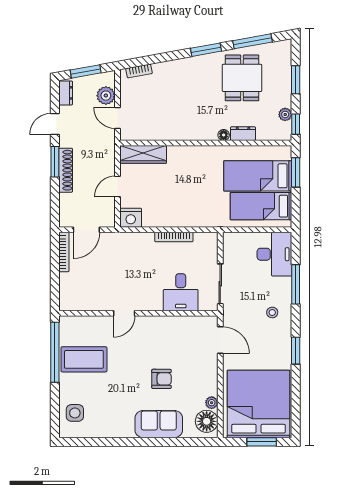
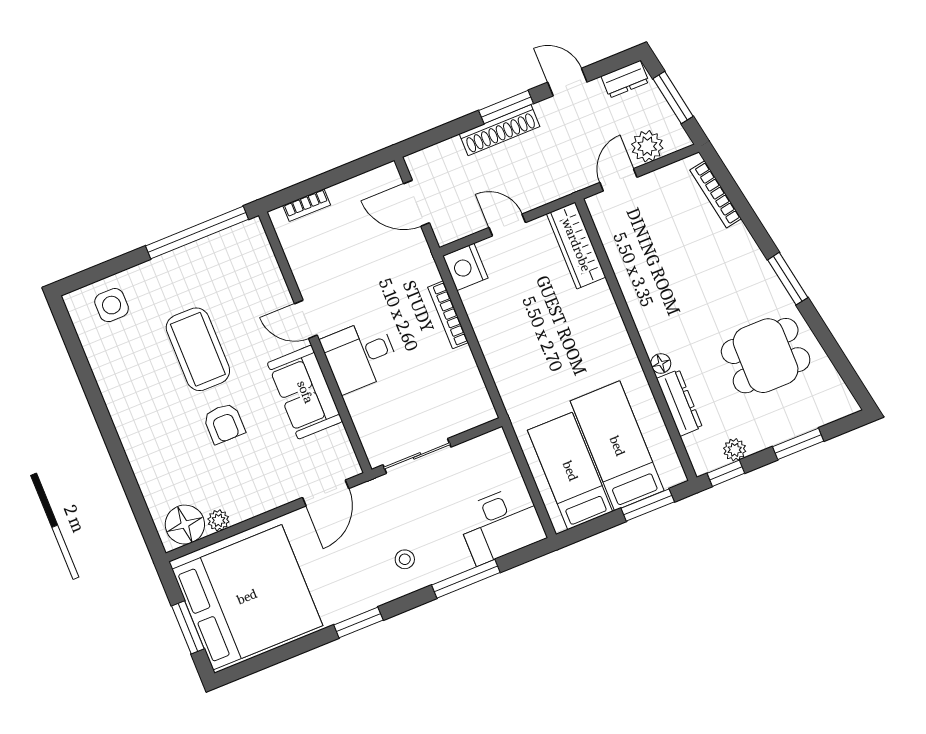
window: (252, 41) -> (832, 348), removed
bookcase: (139, 71) -> (716, 194), width x1.56
dresser: (243, 134) -> (679, 403), width x1.44
bookcase: (174, 237) -> (448, 315), moved
bookcase: (64, 252) -> (307, 205), moved, width x0.64
desk: (181, 292) -> (360, 355), moved
coffee table: (84, 359) -> (198, 349), moved
sofa: (159, 424) -> (305, 392), moved, turned 180

